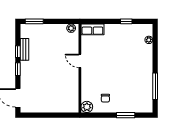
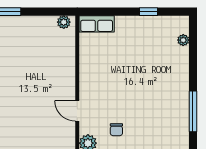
door: (80, 61) -> (77, 111), moved

